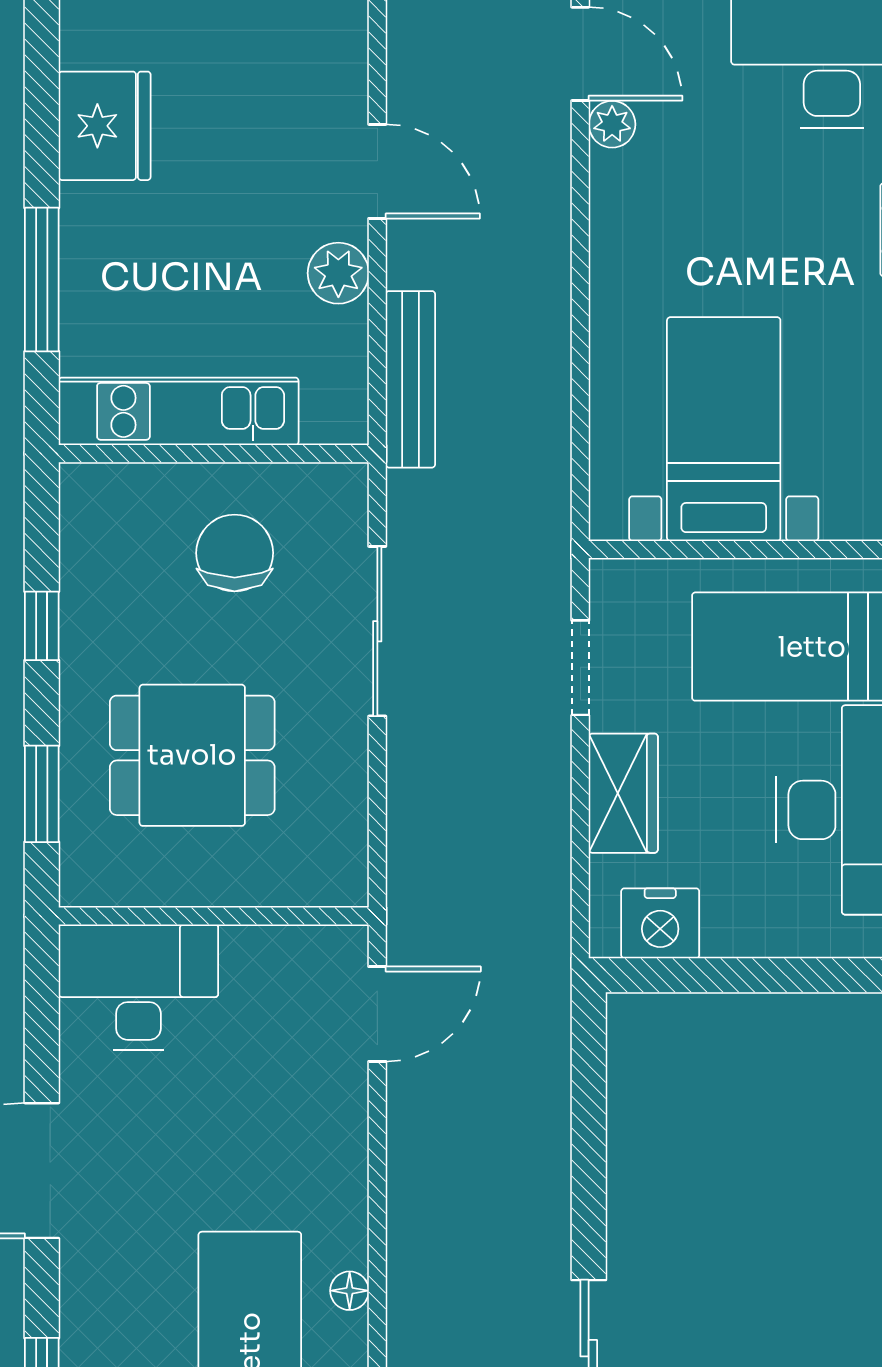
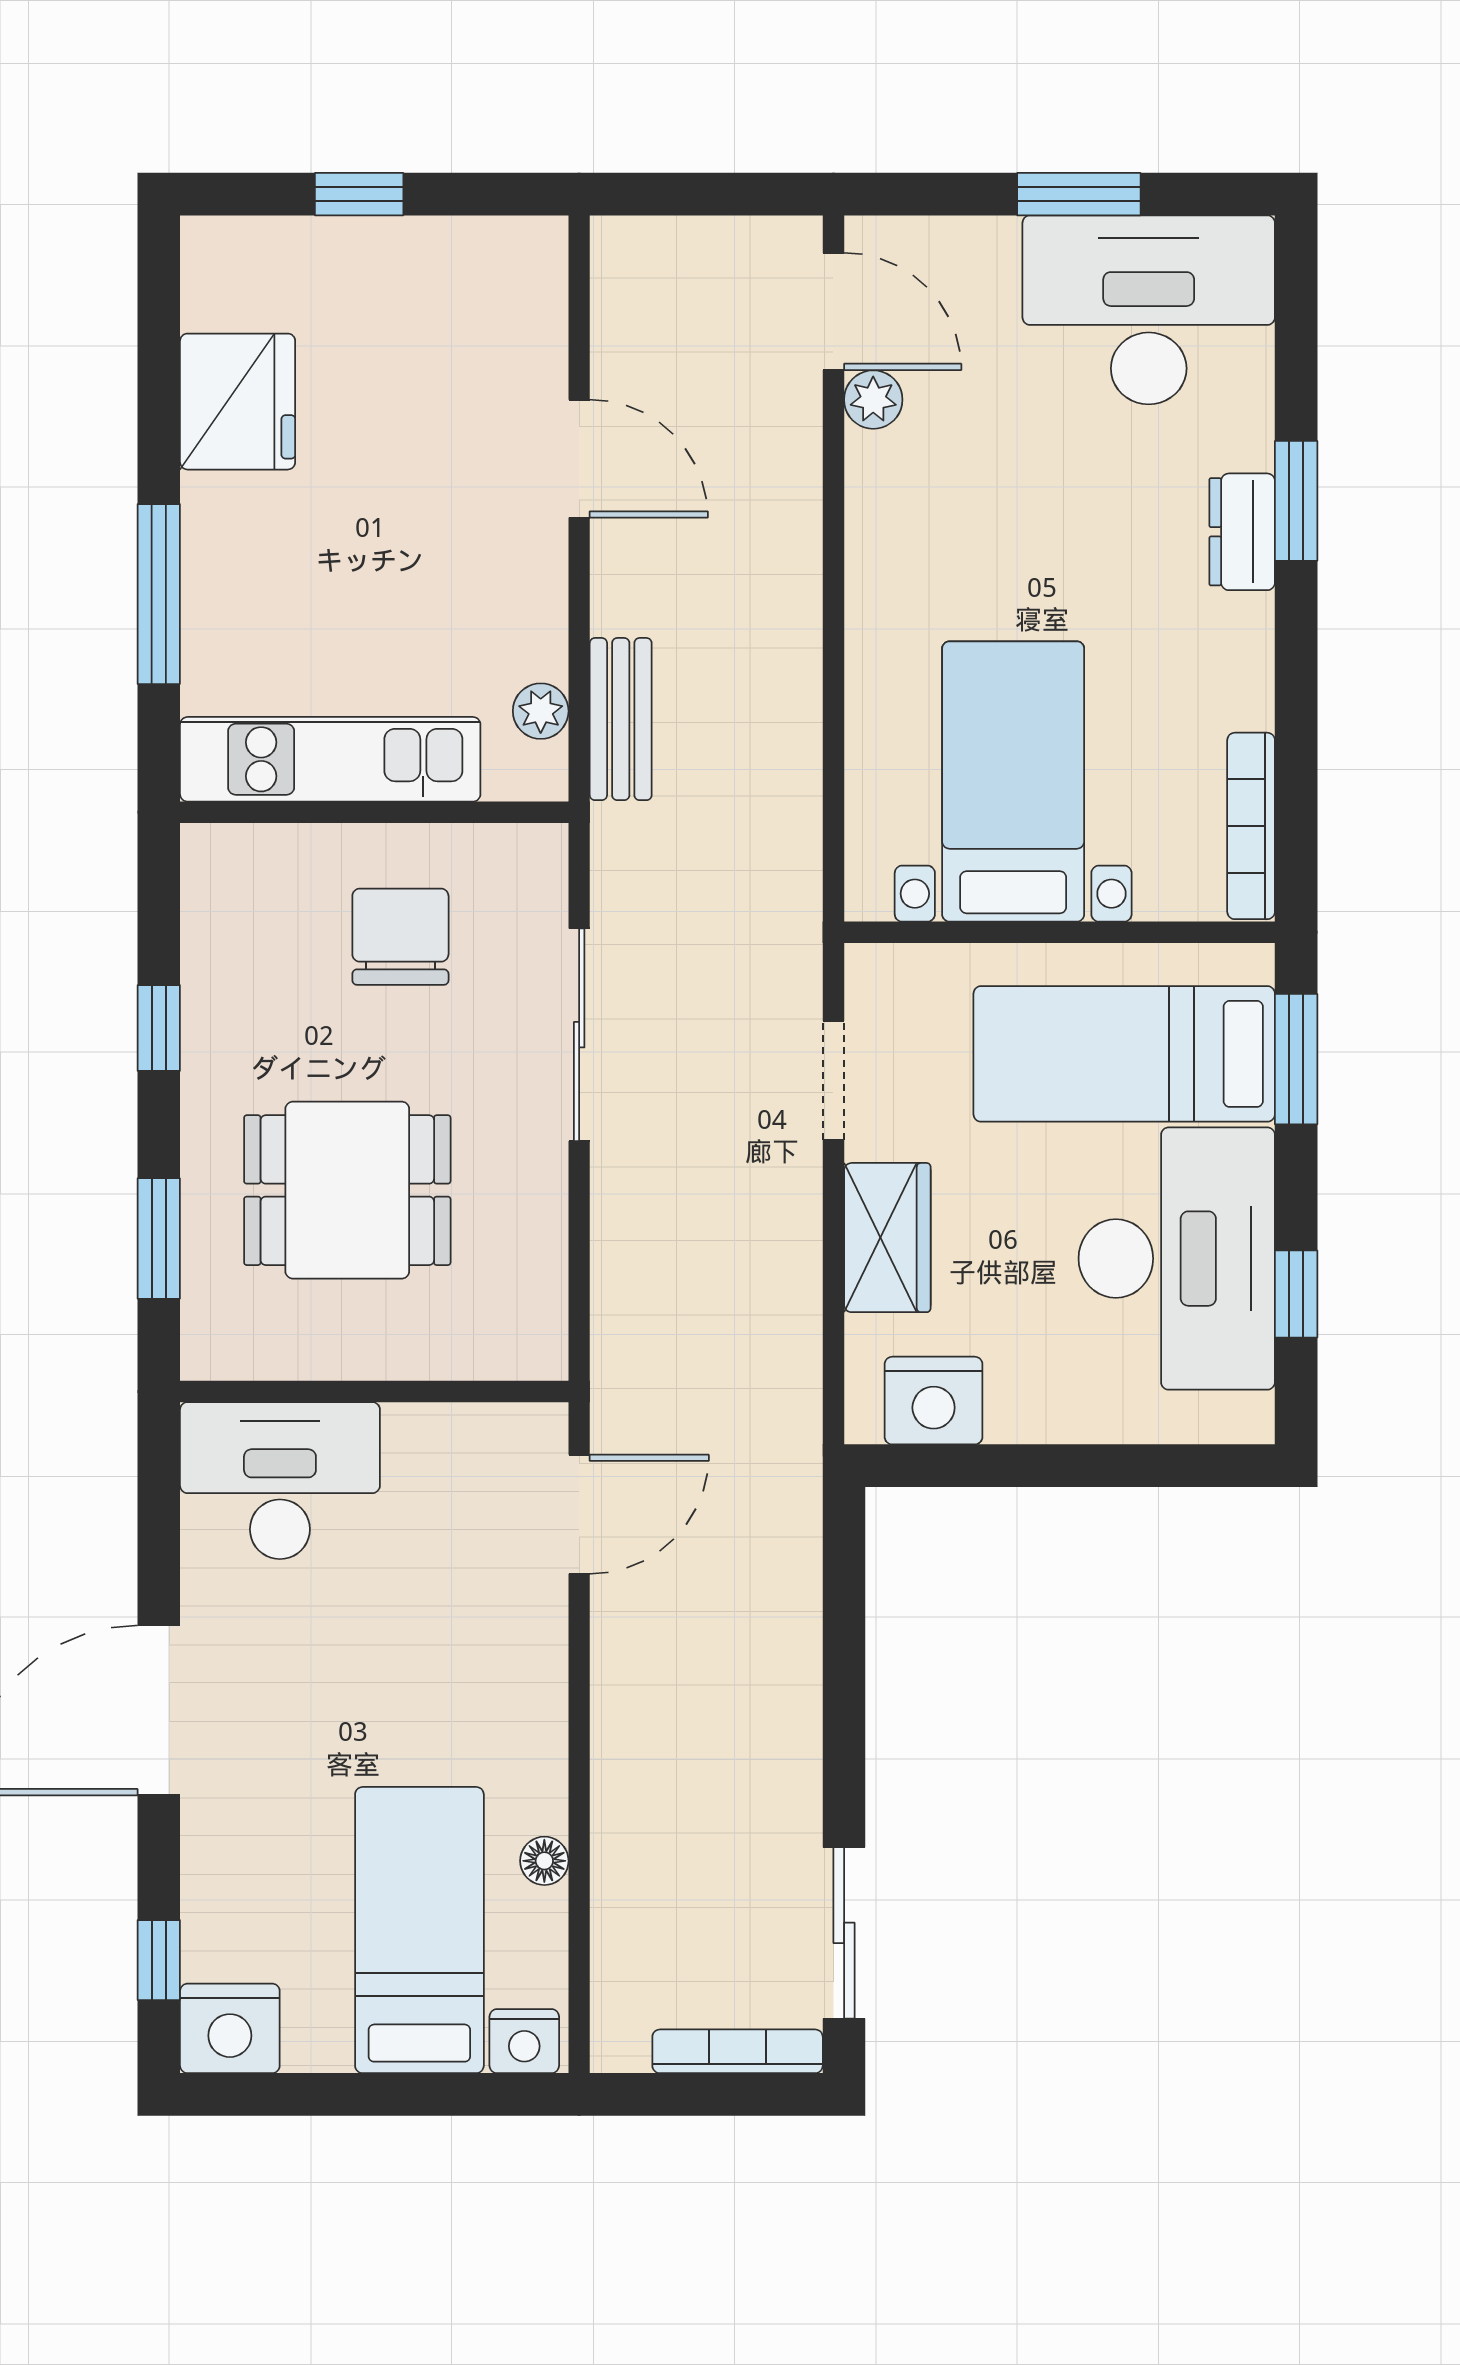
plant: (338, 273) -> (541, 711), moved, width x0.73, depth x0.73
bench: (410, 379) -> (621, 719), width x0.73

